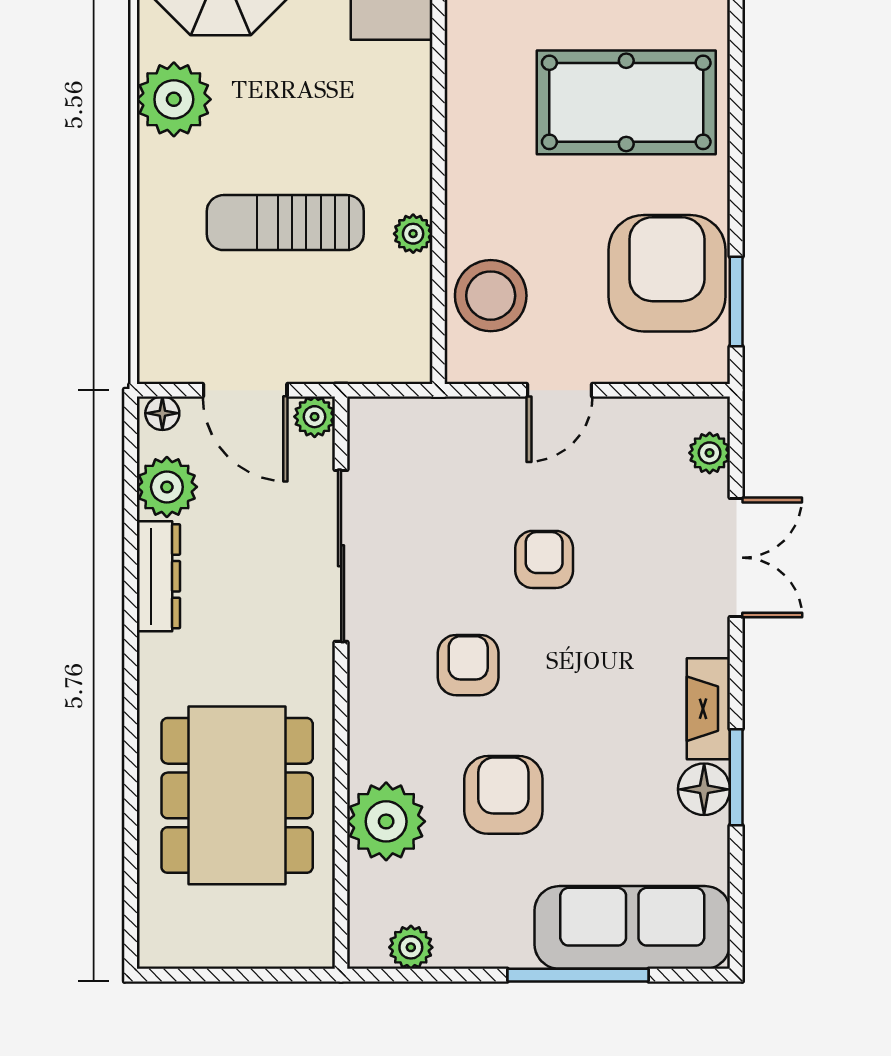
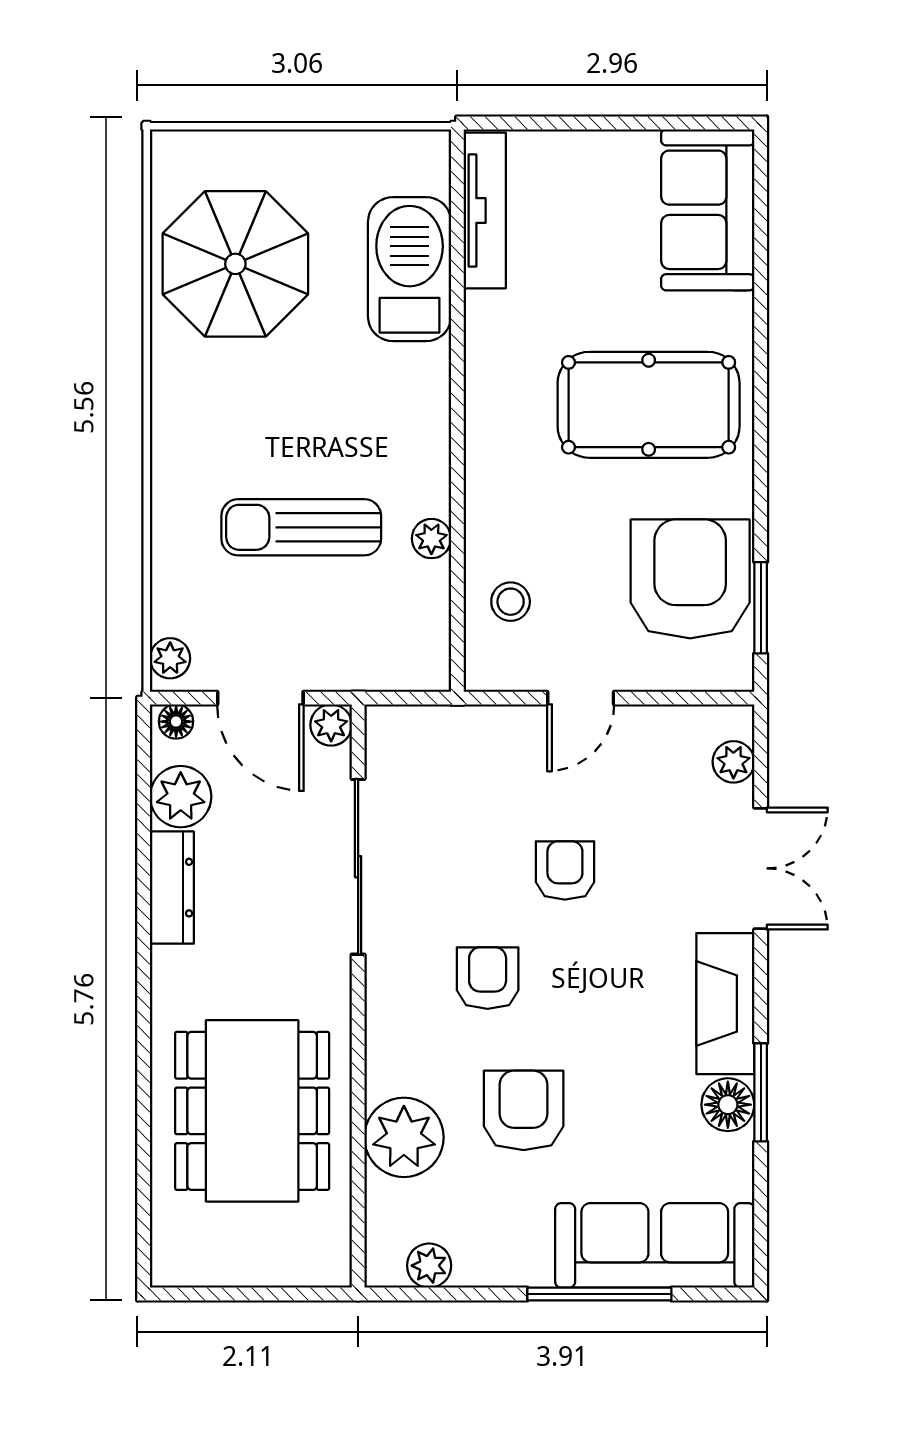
plant: (174, 99) -> (170, 658), moved, width x0.53, depth x0.53
stool: (491, 296) -> (511, 602), width x0.53, depth x0.53
fireplace: (708, 709) -> (725, 1004), width x1.37, depth x1.32

